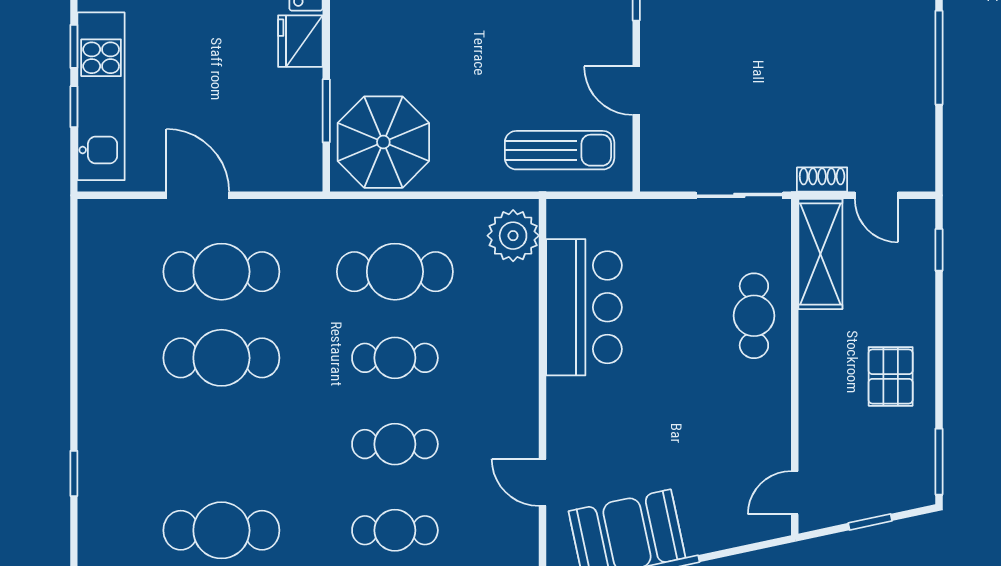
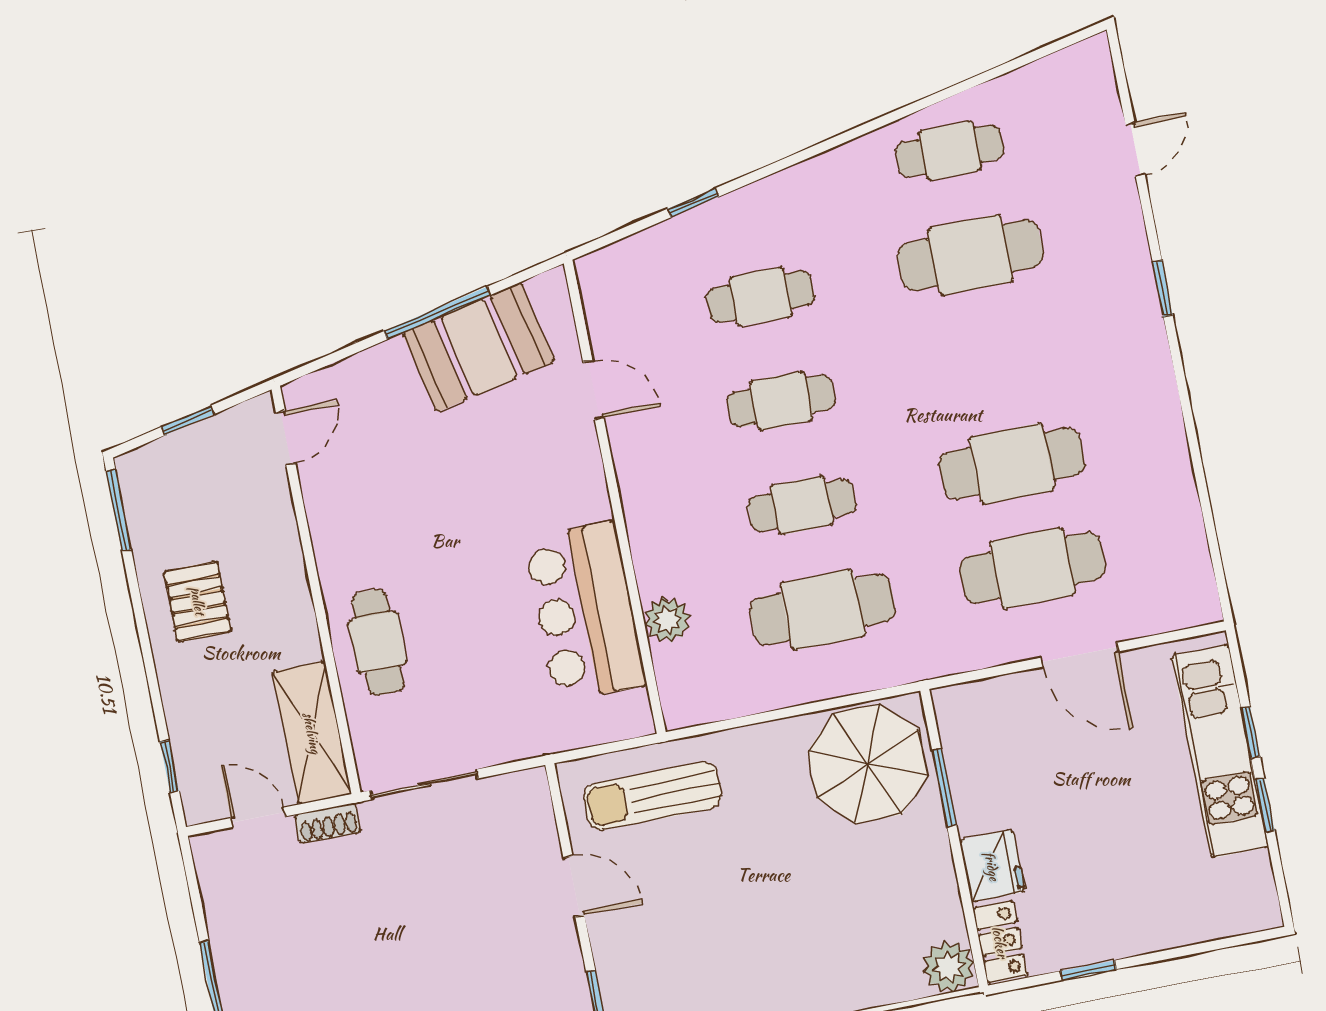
plant: (513, 236) -> (667, 620), moved, width x0.73, depth x0.73

